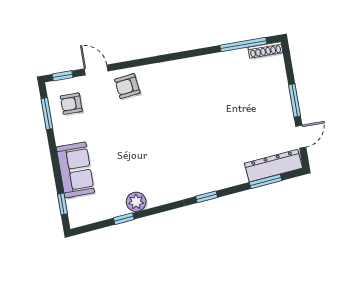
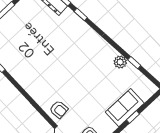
window: (207, 197) -> (81, 15), moved
window: (62, 204) -> (133, 117), moved

